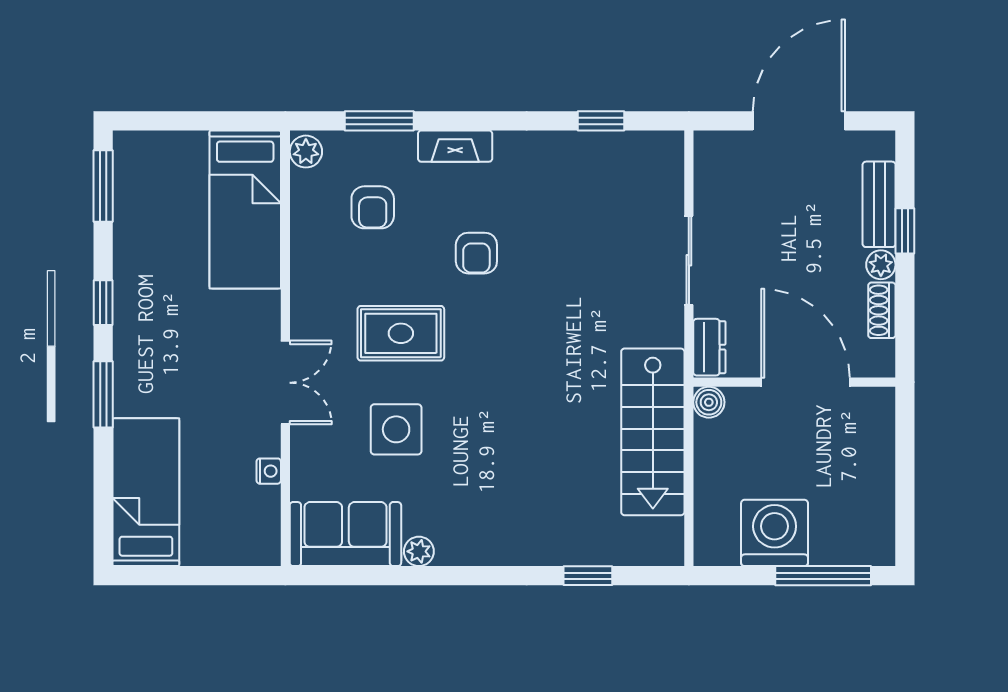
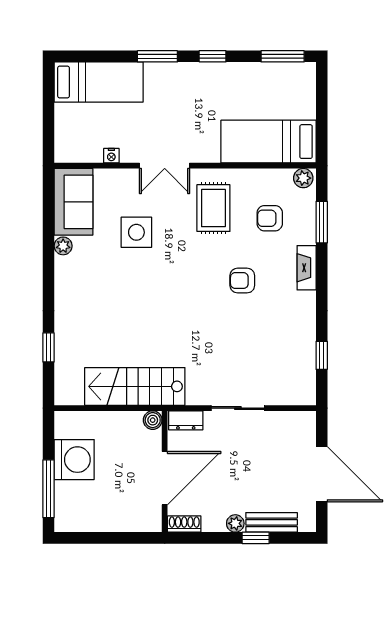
shoe rack: (882, 310) -> (184, 524), moved
rug: (401, 333) -> (213, 208), moved

